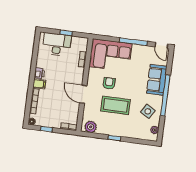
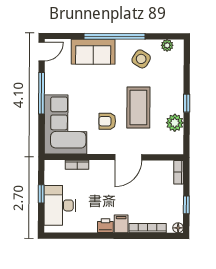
plant: (91, 127) -> (175, 123), moved

